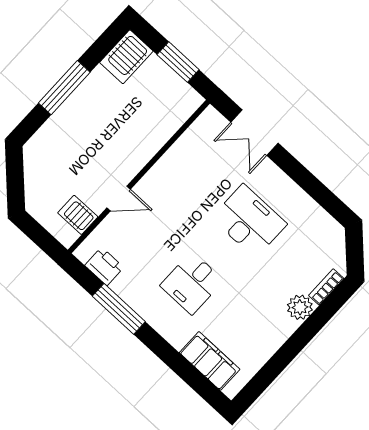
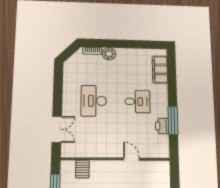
server rack: (78, 215) -> (82, 169), moved
printer: (104, 266) -> (162, 126), moved

